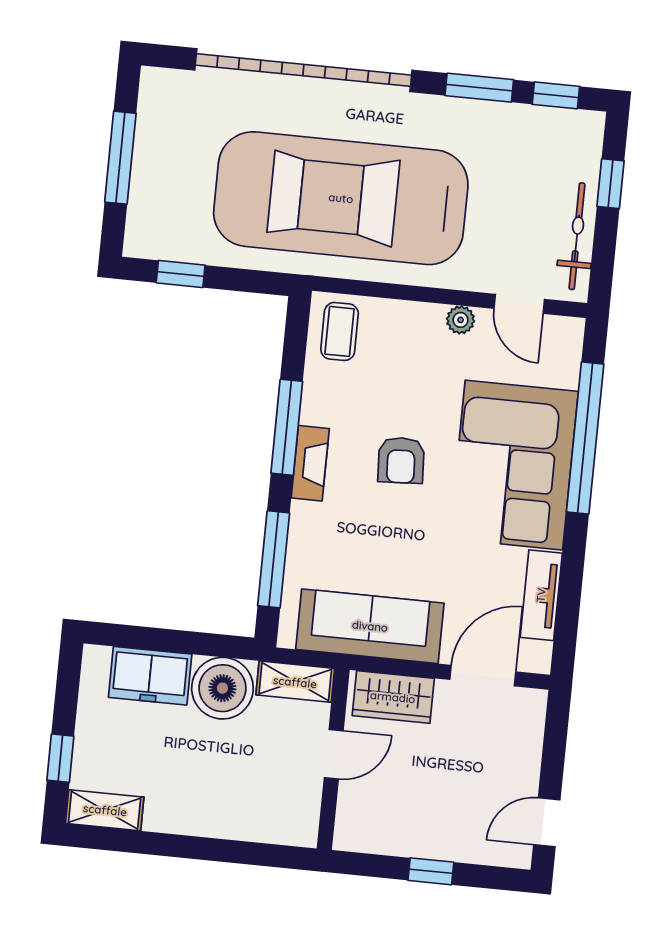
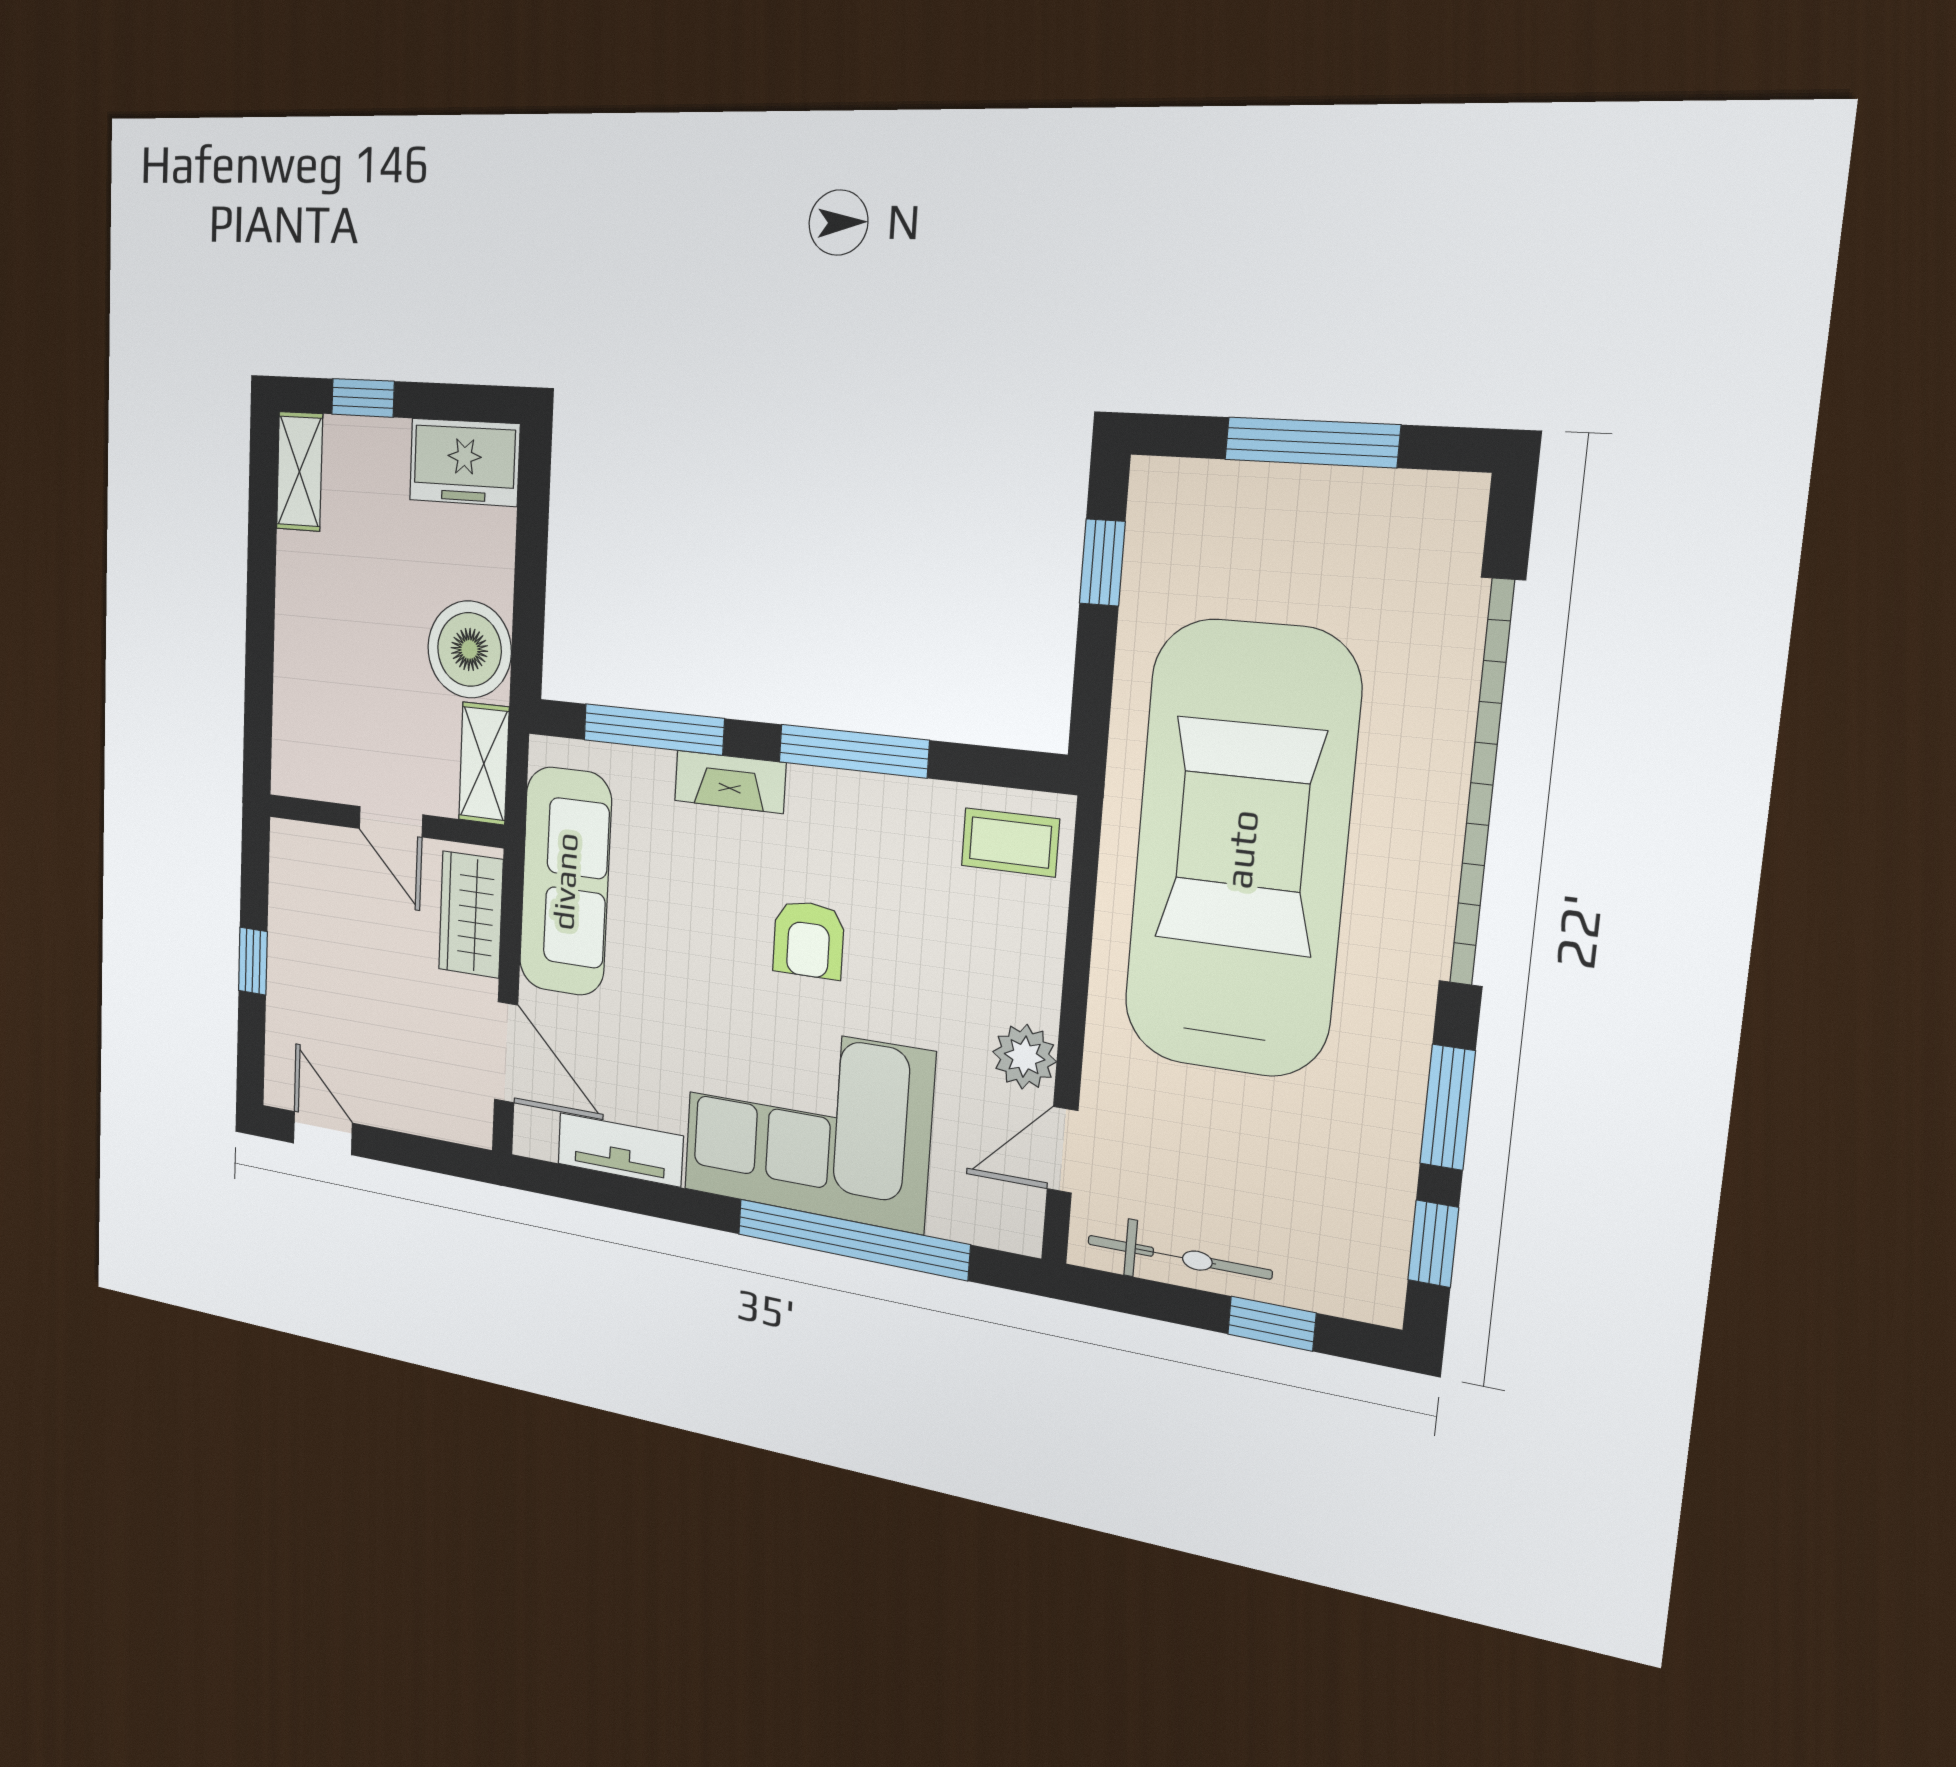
plant: (461, 320) -> (1025, 1057), width x1.38, depth x1.38
armchair: (401, 460) -> (808, 940), turned -87
fireplace: (310, 463) -> (730, 782), moved
freezer: (150, 676) -> (464, 462), moved, turned -90

